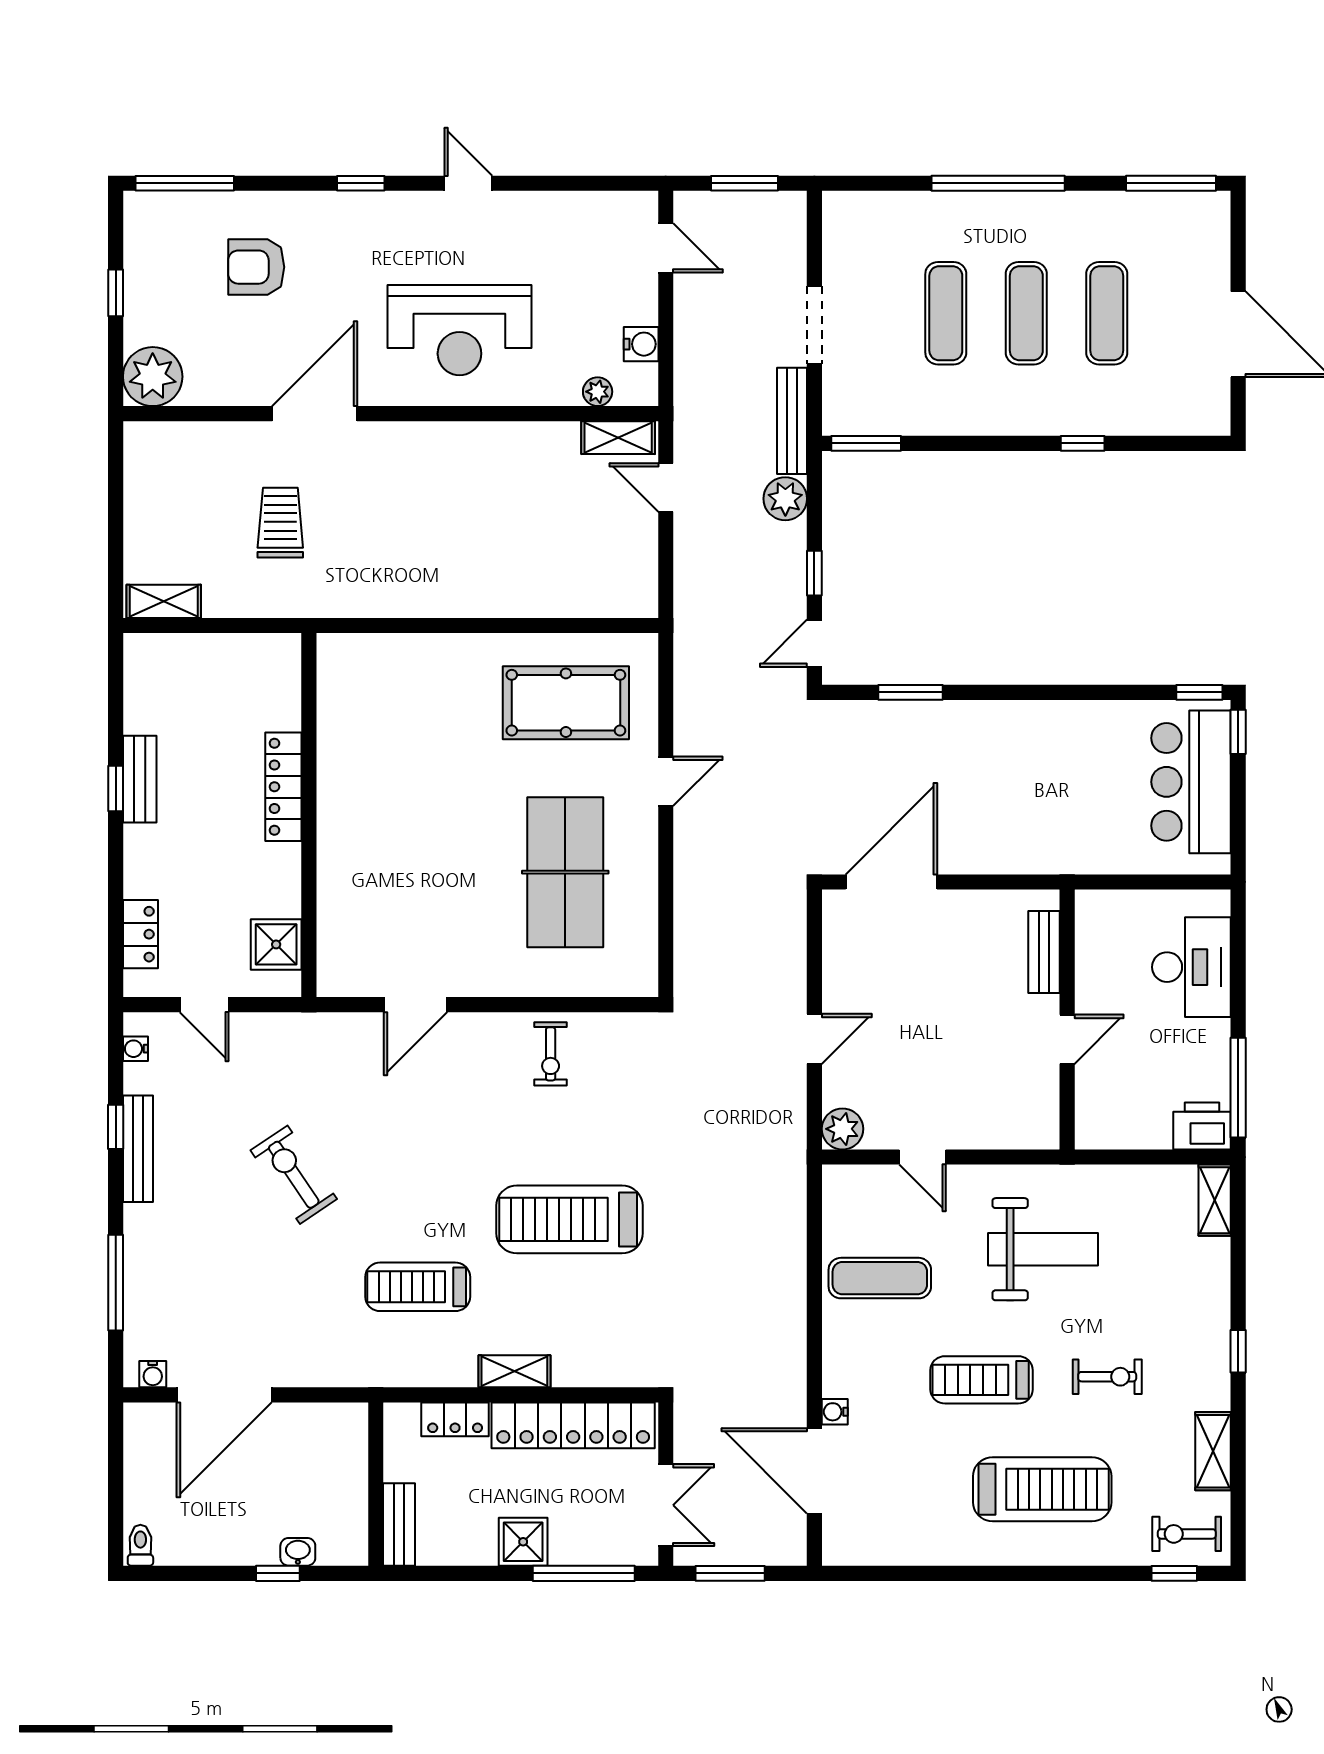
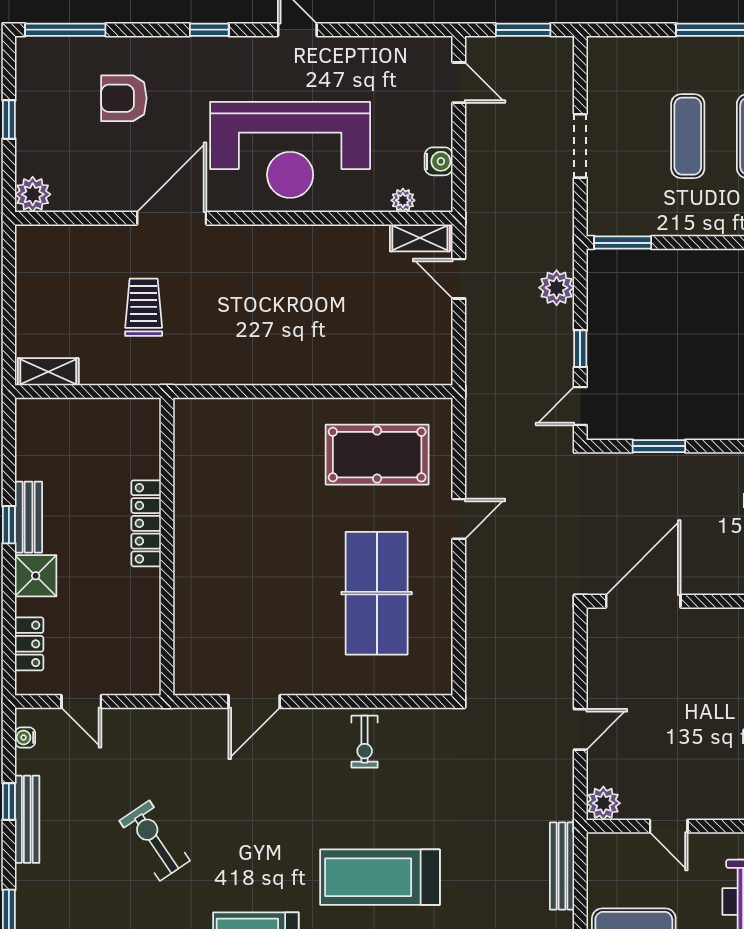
reception desk: (459, 330) -> (290, 150), width x1.36, depth x1.30
plant: (153, 377) -> (33, 194), width x0.73, depth x0.73
bench: (792, 421) -> (562, 866), moved
shower: (276, 944) -> (36, 576), moved

